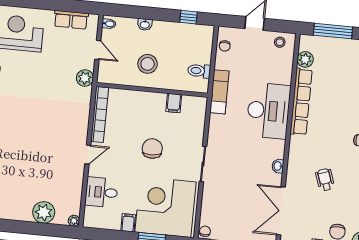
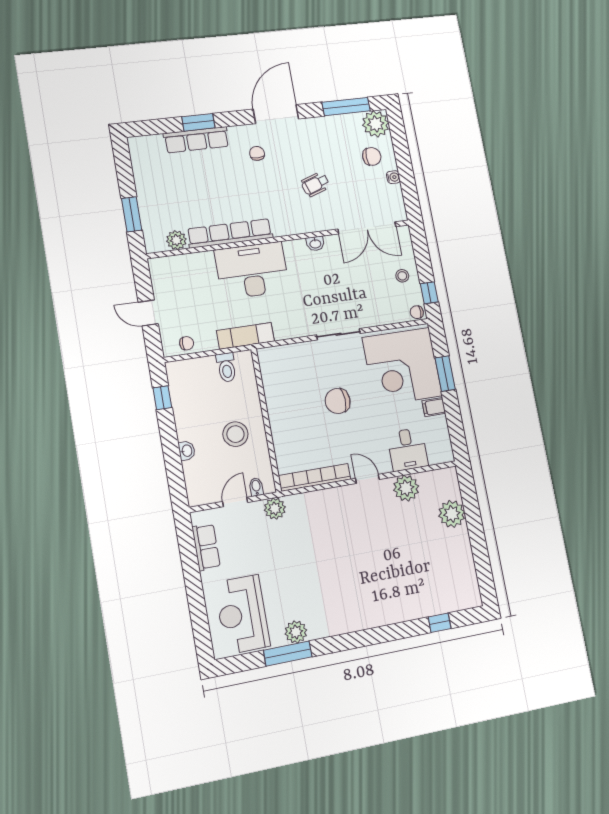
bidet: (109, 24) -> (256, 487), moved
window: (333, 31) -> (132, 214), width x0.69
stool: (280, 42) -> (402, 276), moved
filing cabinet: (174, 103) -> (275, 389), removed
plant: (74, 221) -> (406, 488), moved, width x1.87, depth x1.87

